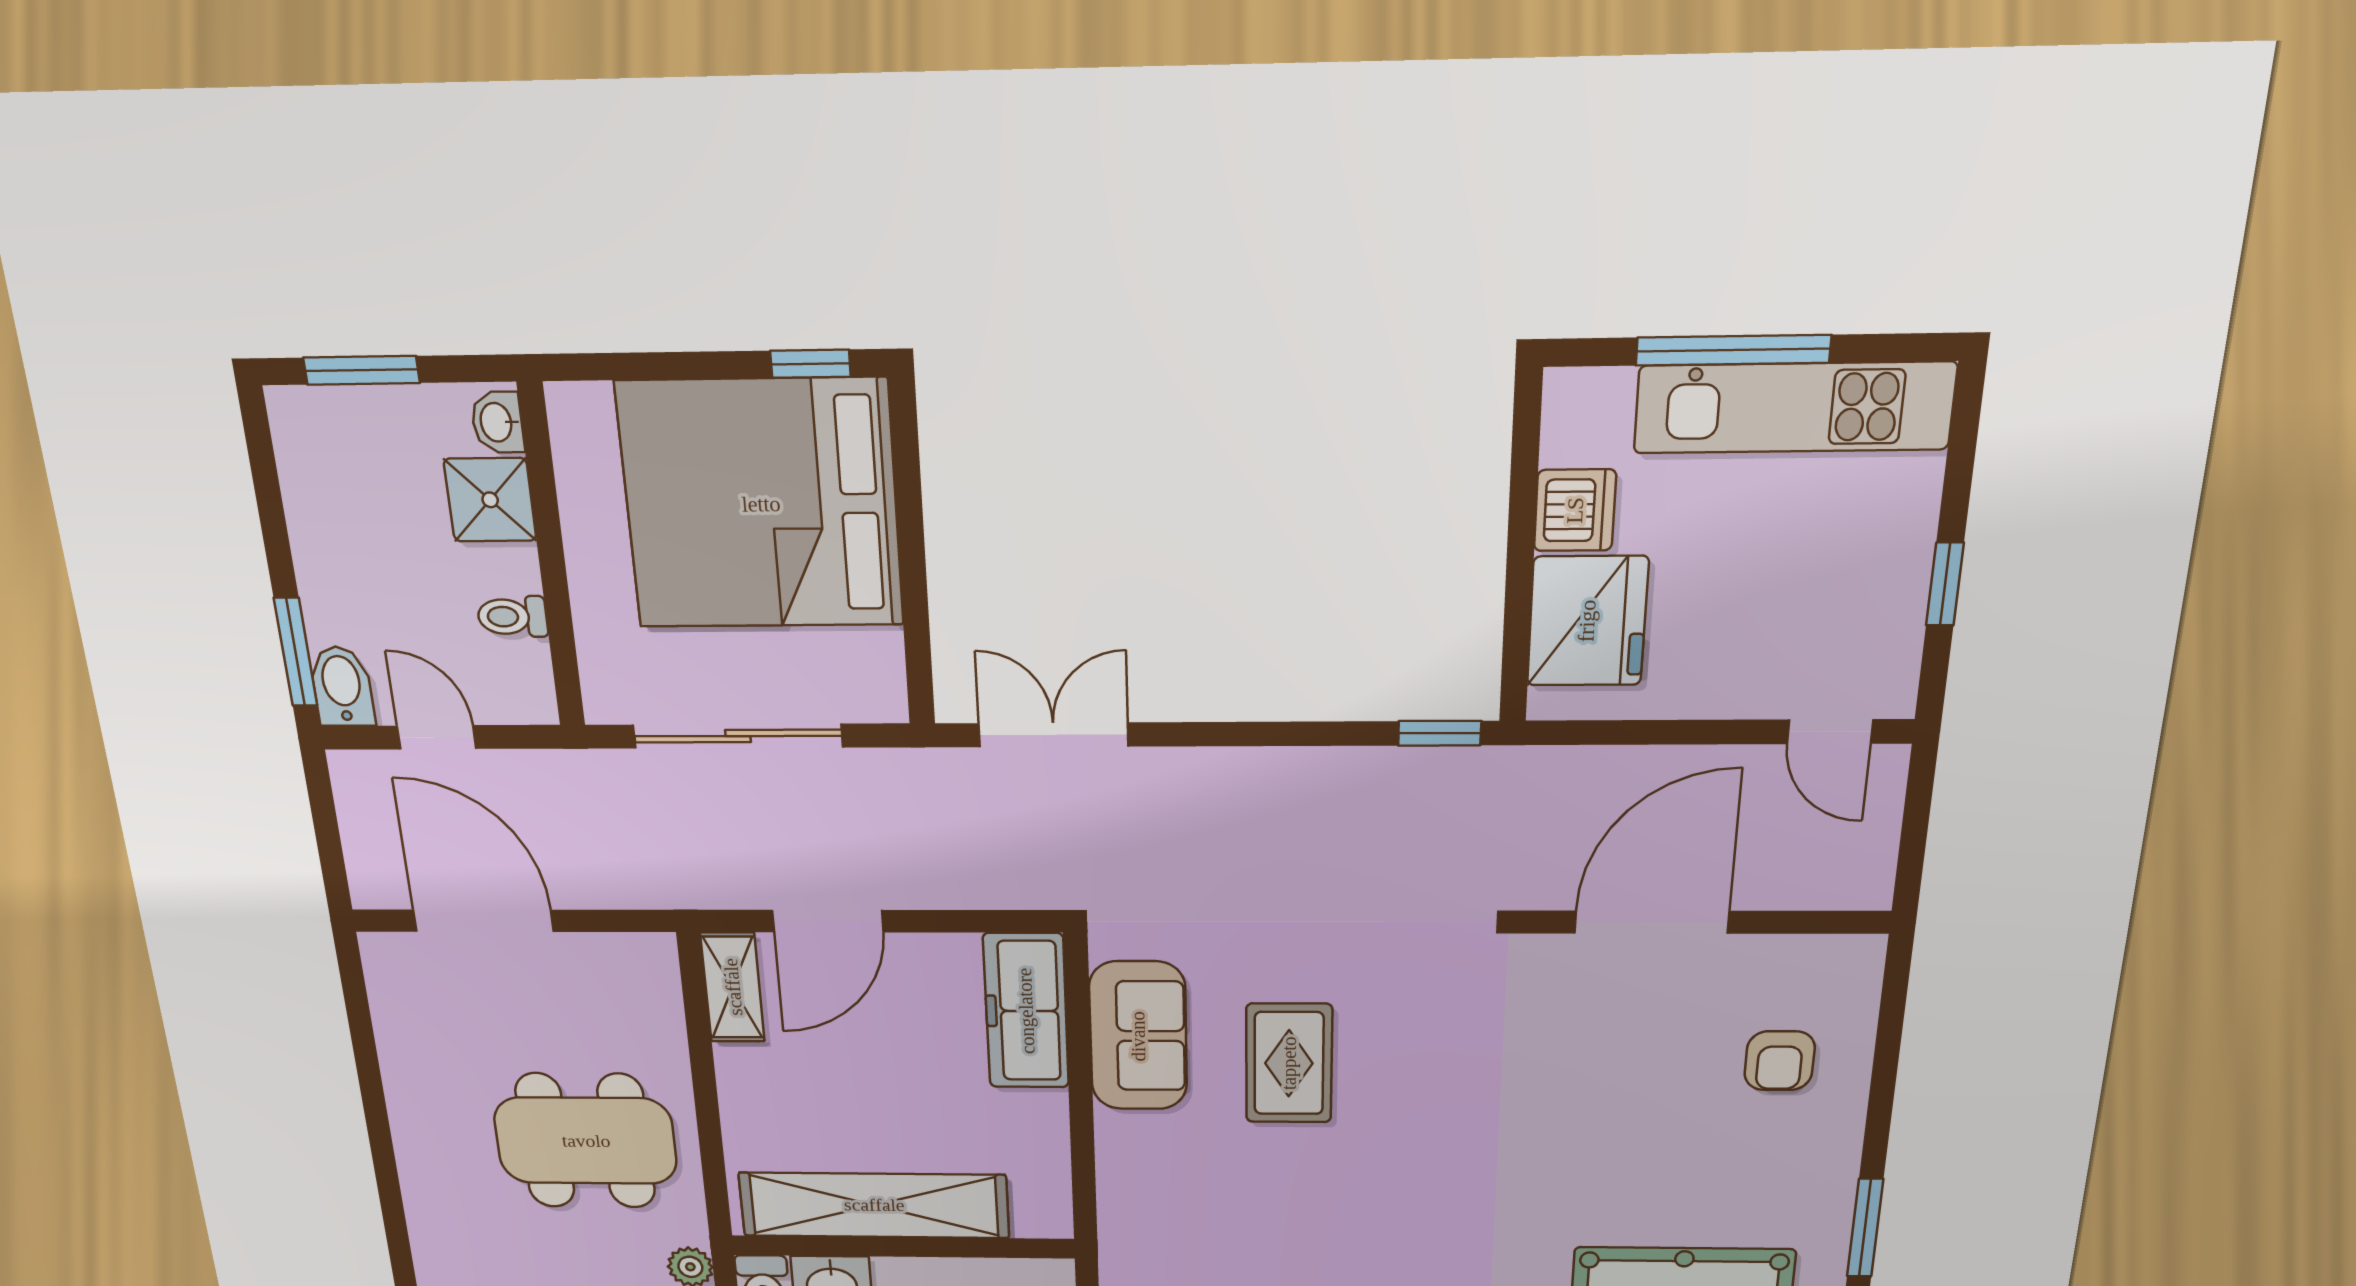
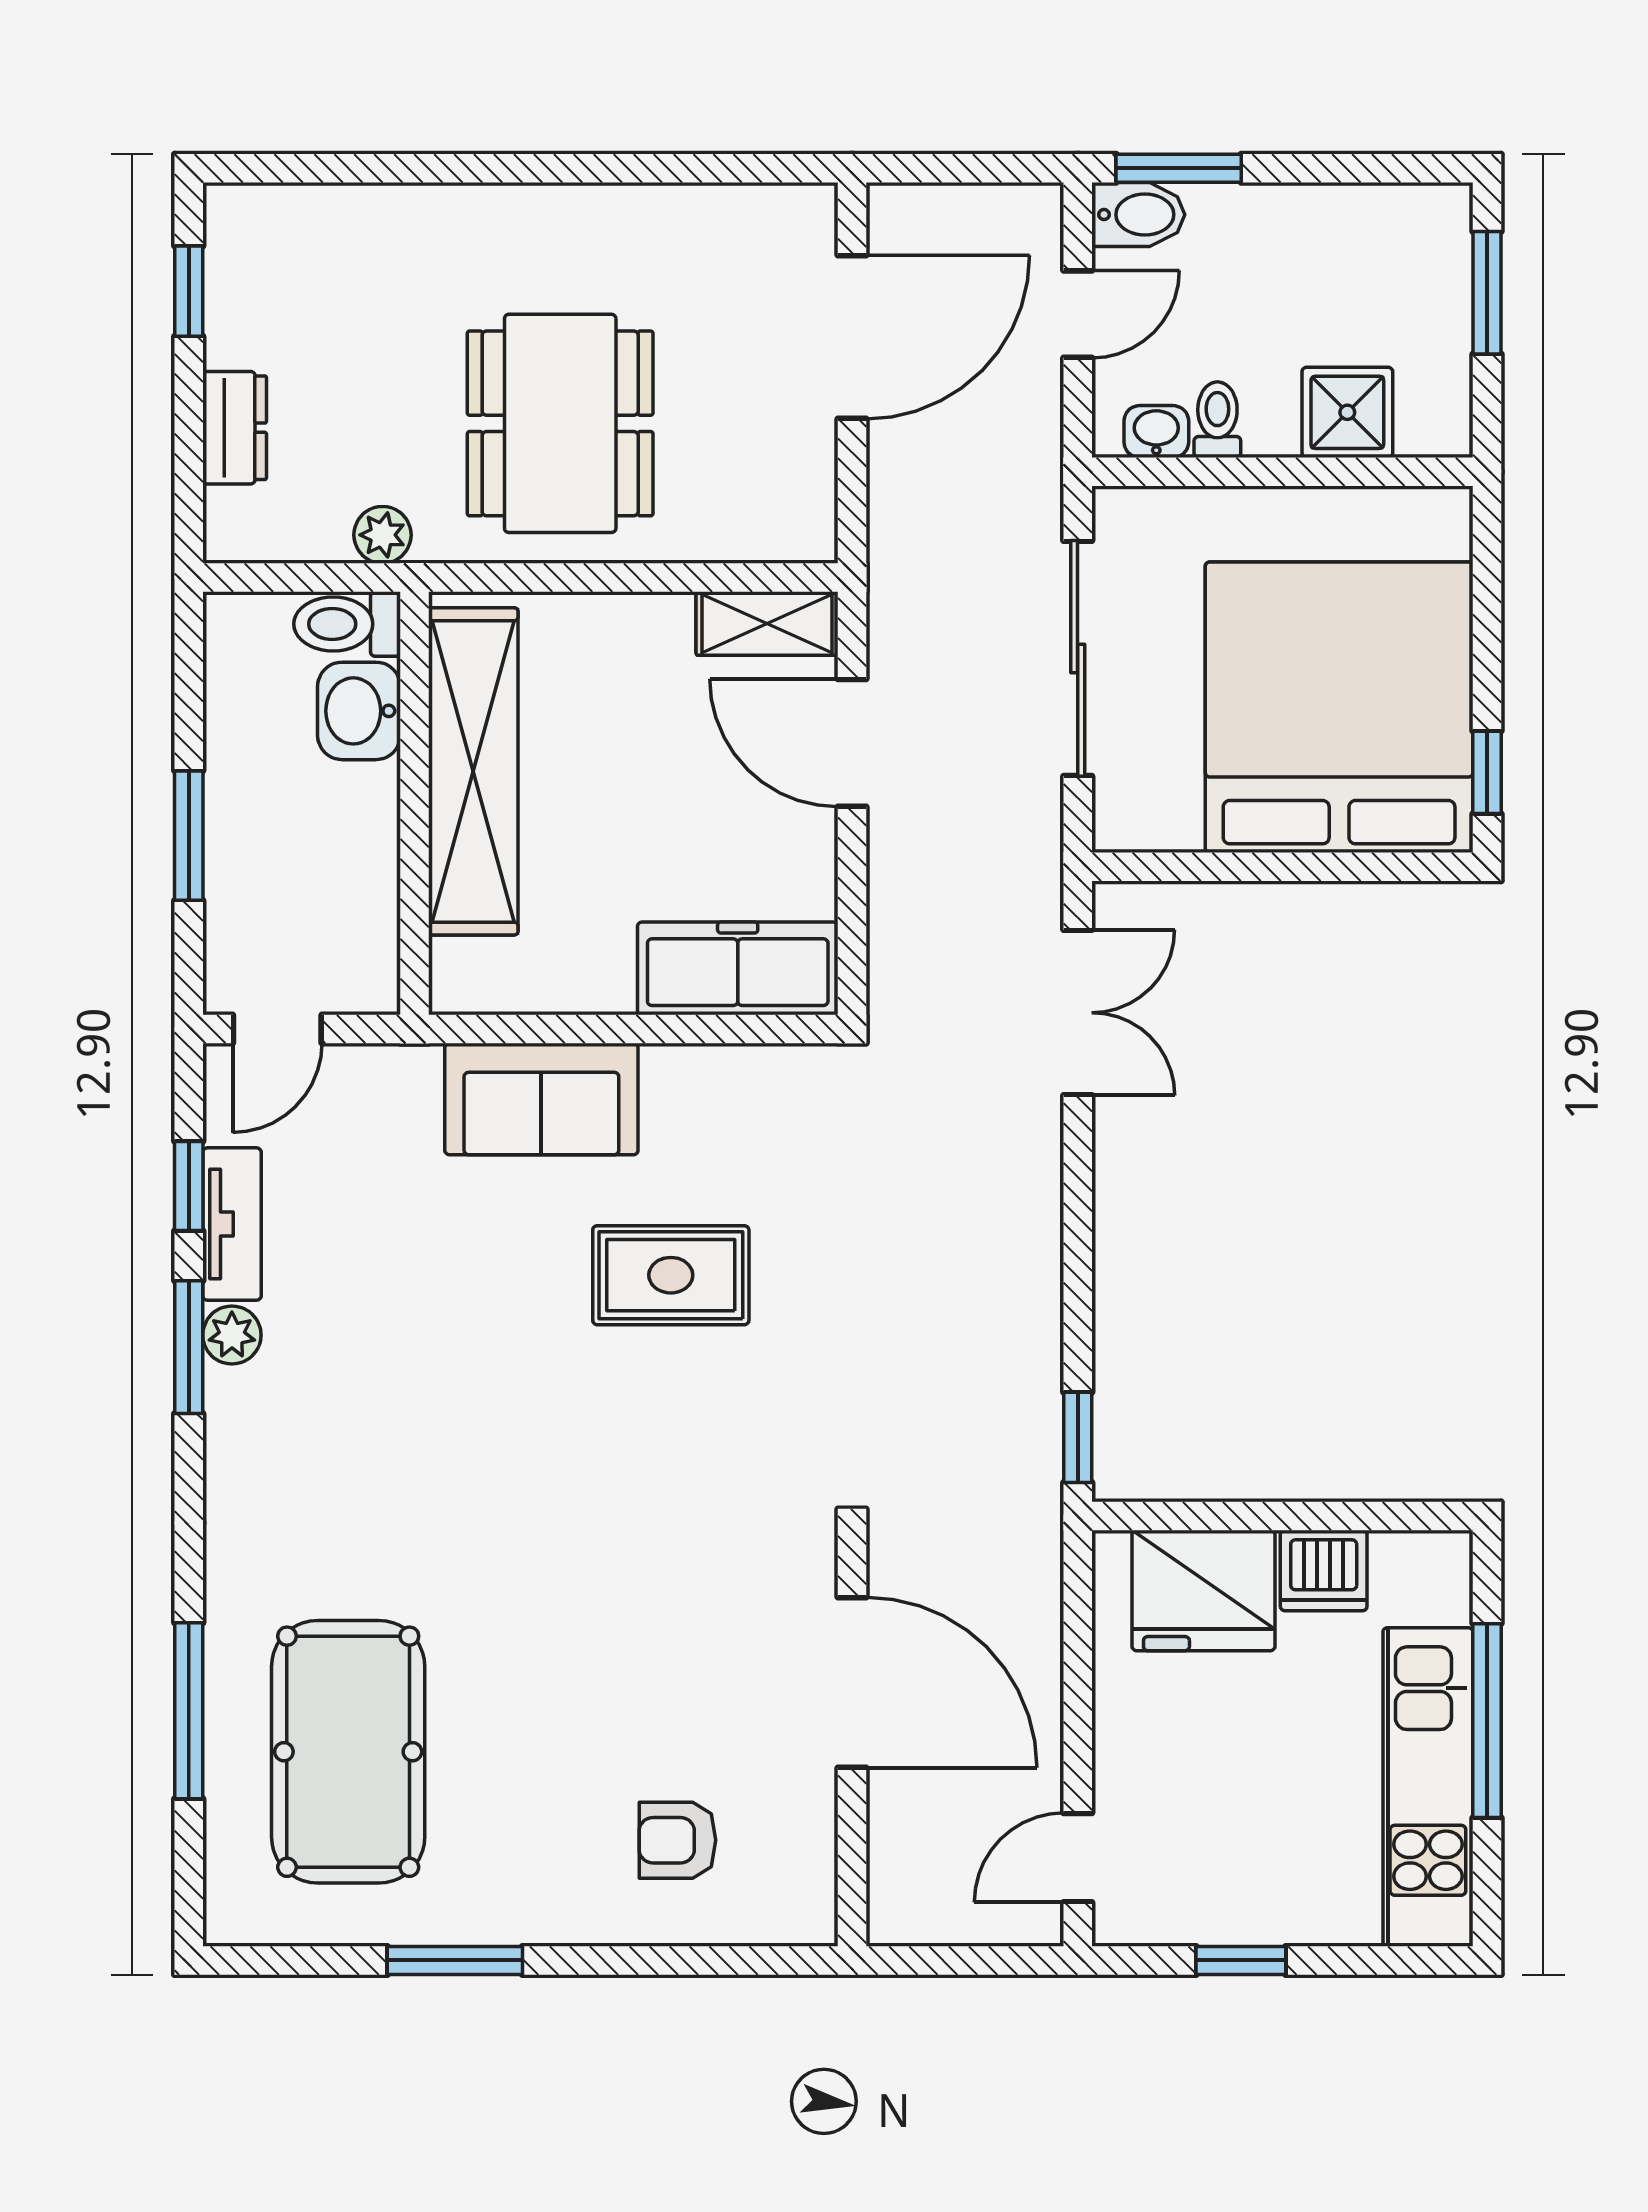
washbasin: (497, 422) -> (1156, 432), moved
sofa: (1138, 1036) -> (541, 1099), moved

